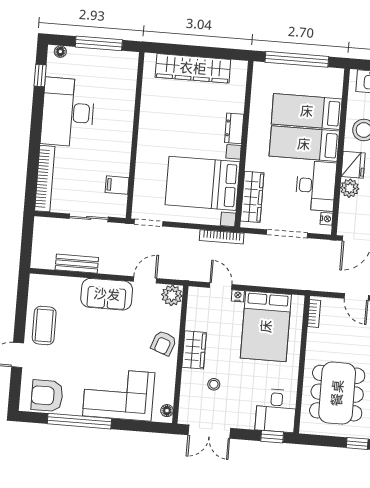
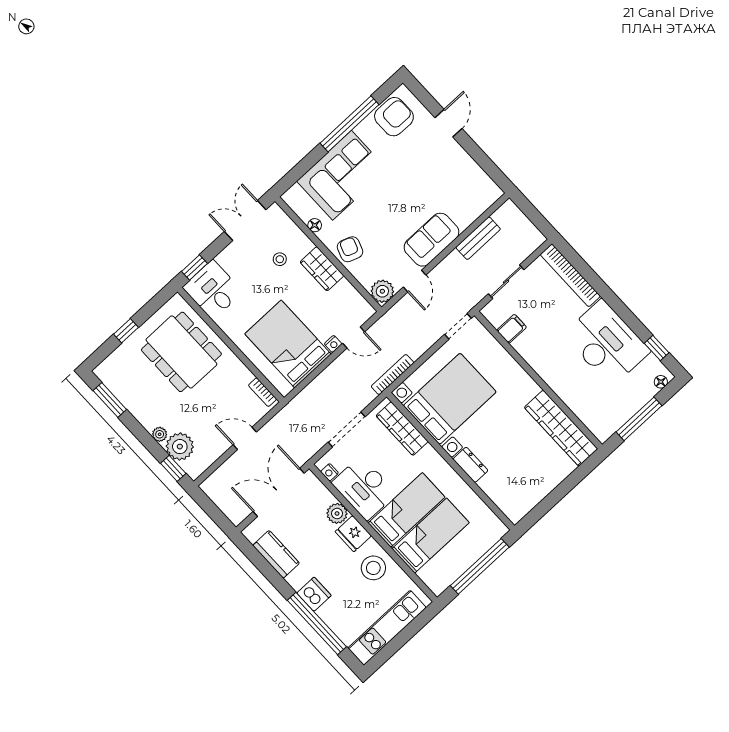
wardrobe: (193, 68) -> (561, 428), moved, turned -90
coffee table: (44, 326) -> (453, 166), removed
floor lamp: (167, 411) -> (315, 225), moved

